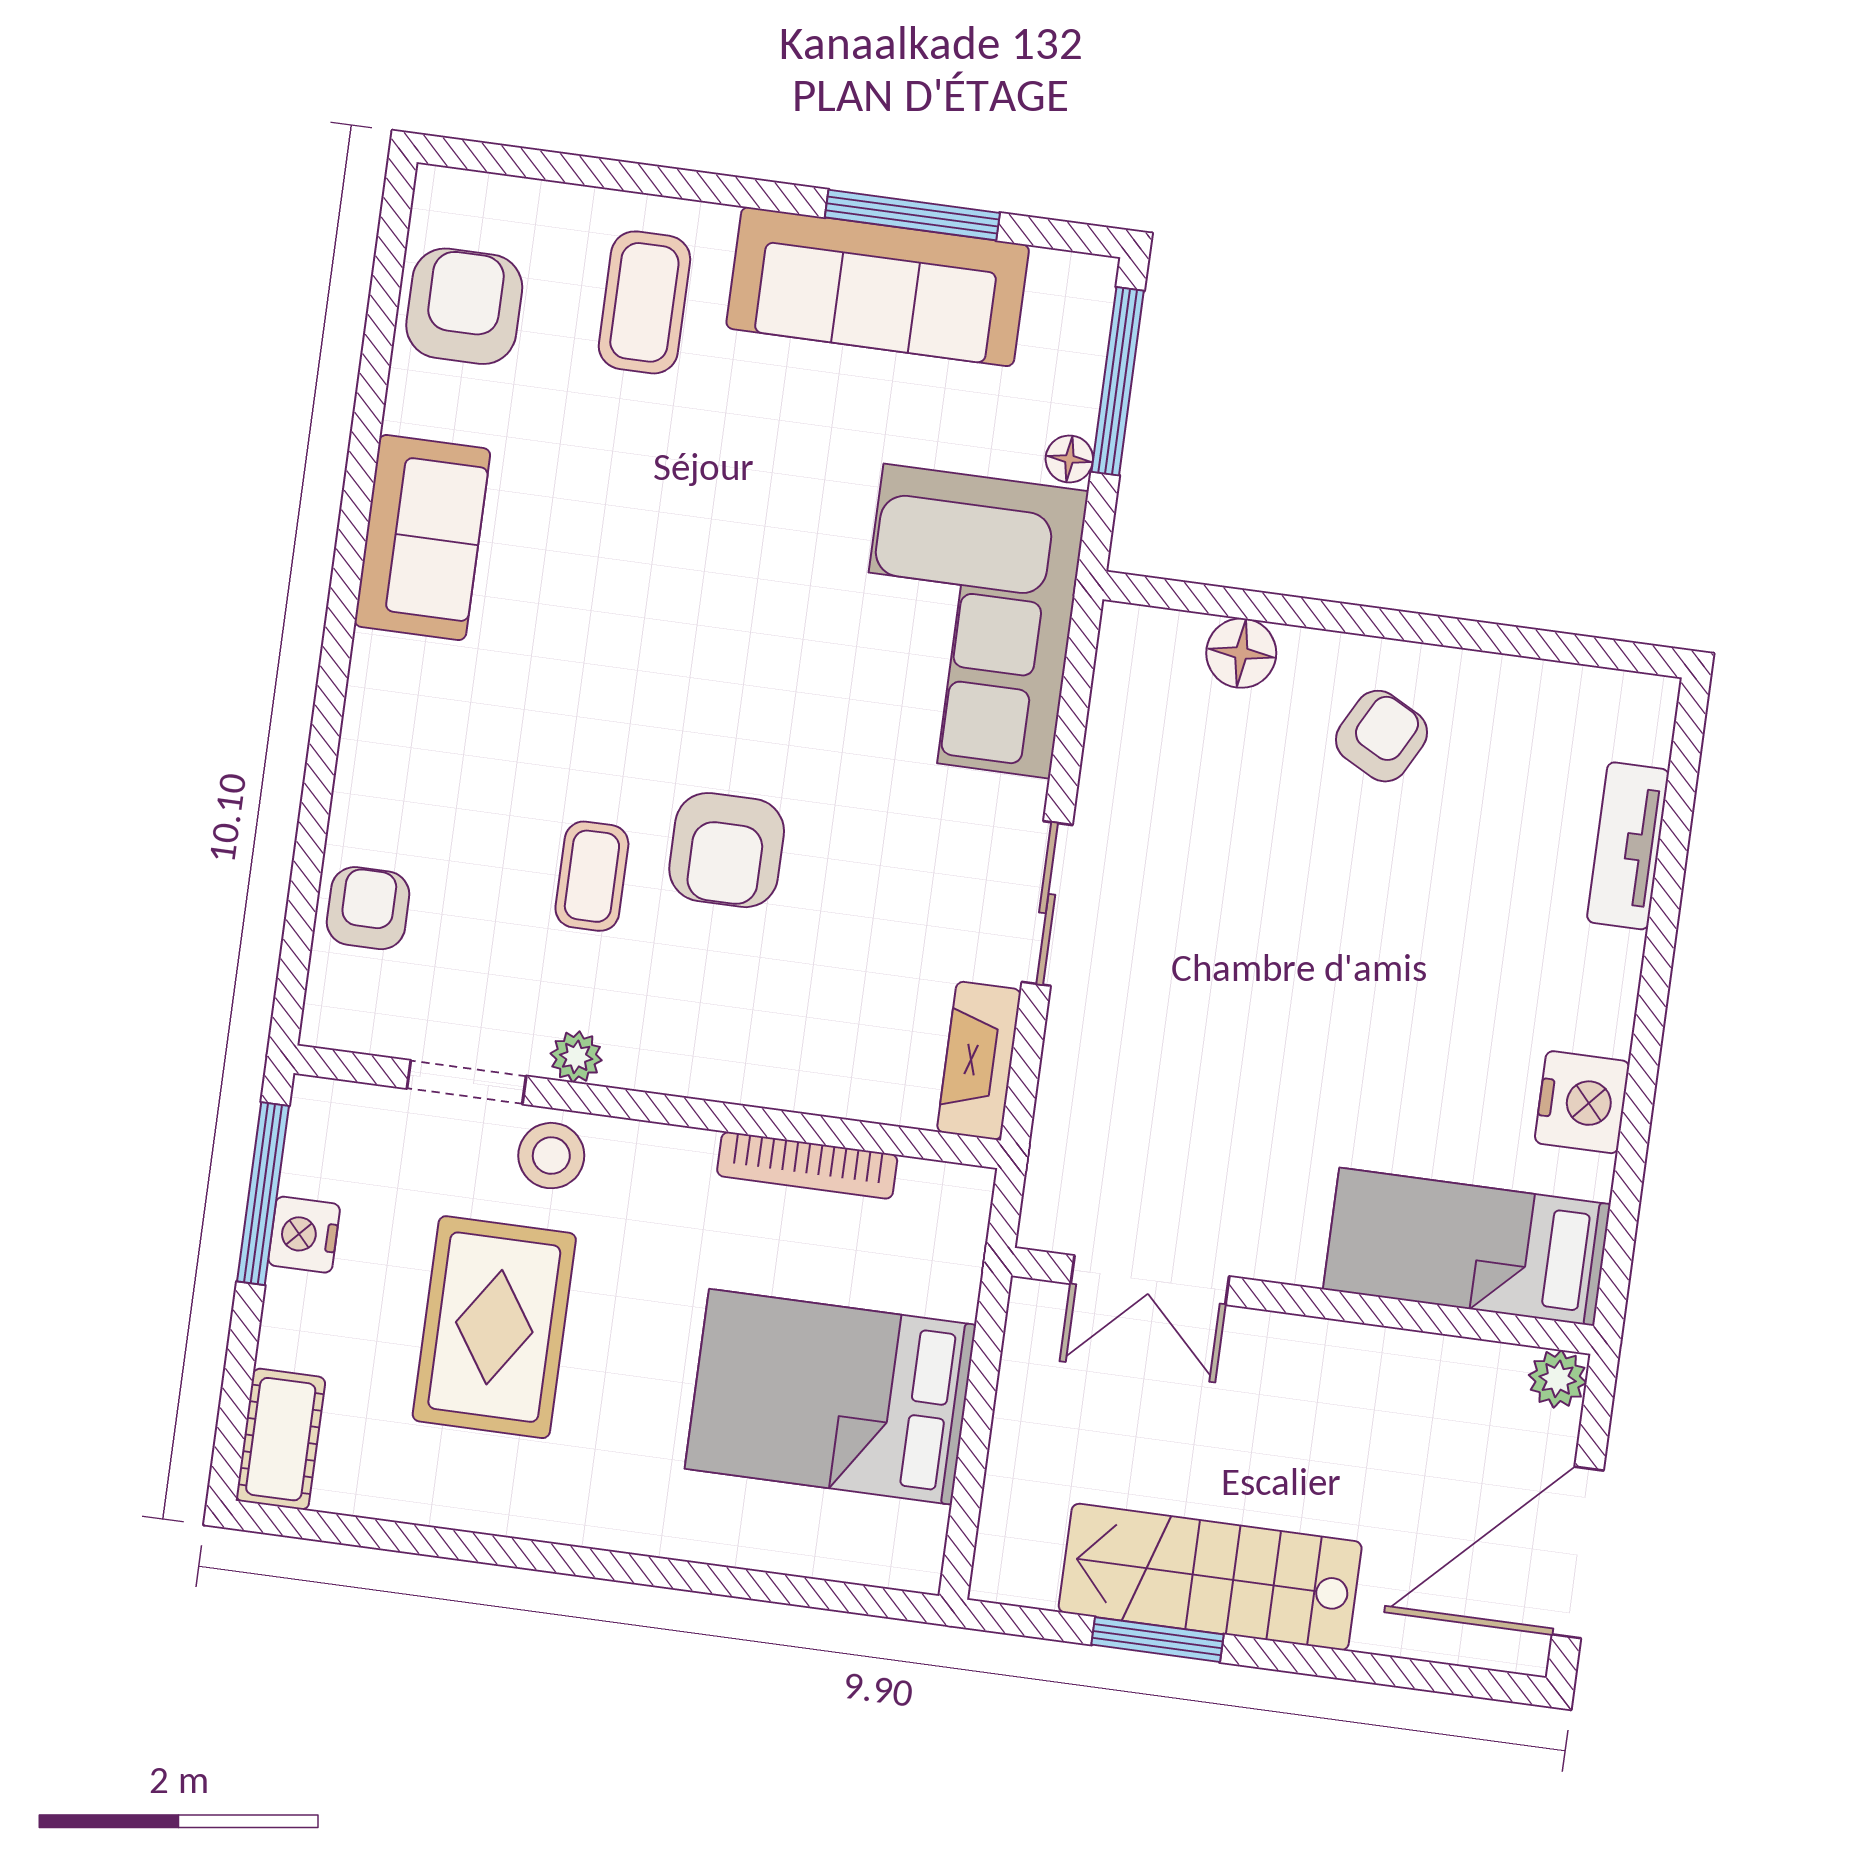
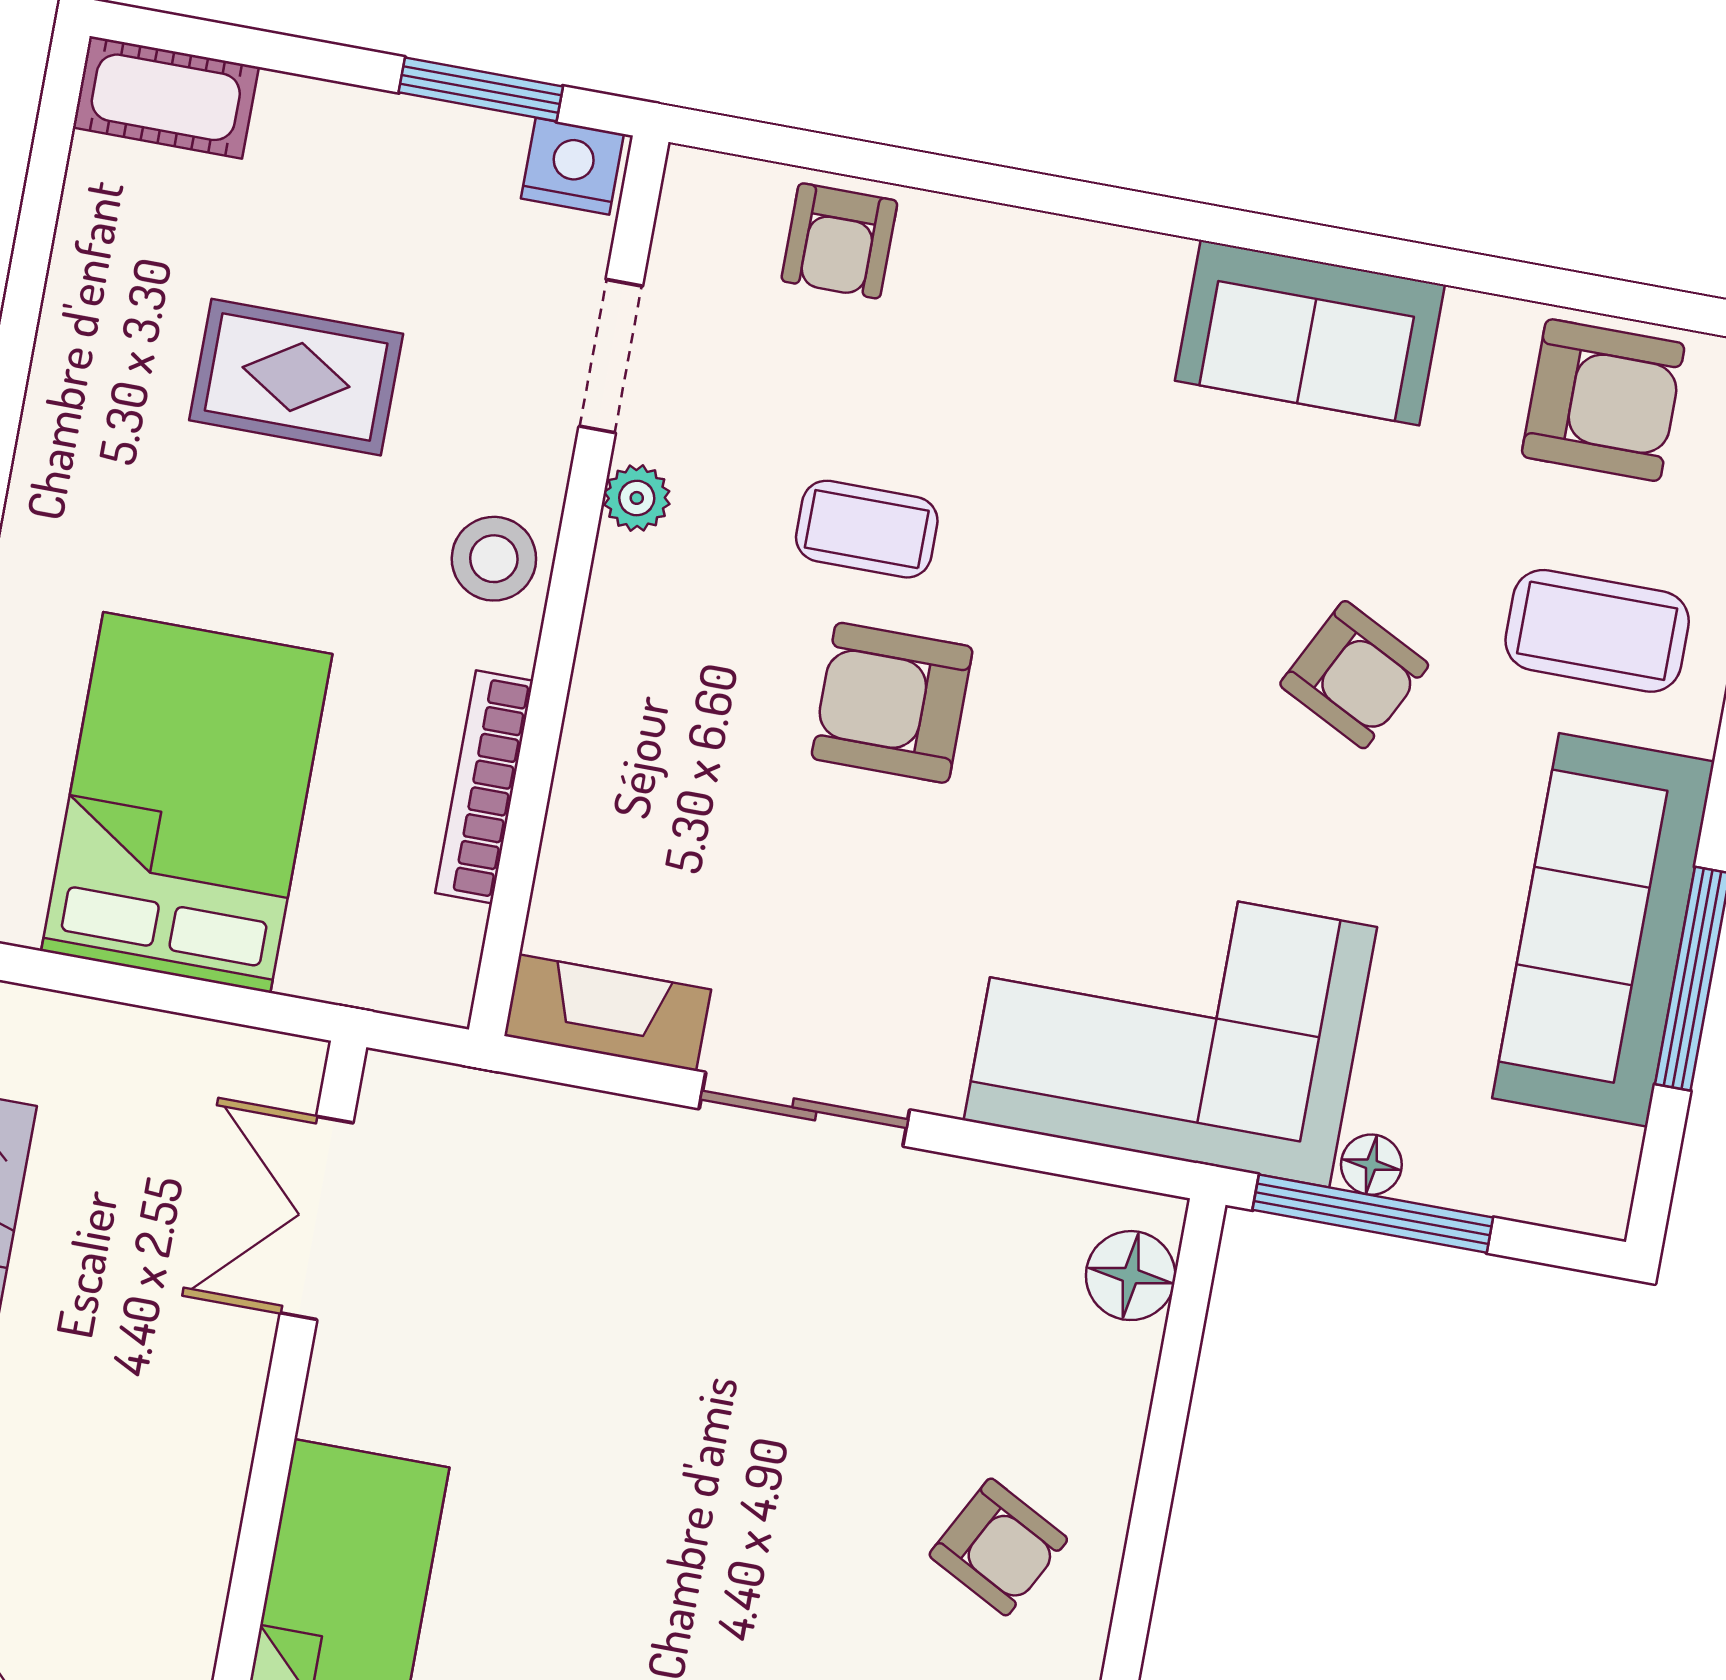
window: (1118, 381) -> (1373, 1214), moved
armchair: (688, 490) -> (1354, 675), added
floor lamp: (1241, 653) -> (1131, 1276), moved
armchair: (368, 908) -> (839, 241), turned 90
stool: (551, 1156) -> (494, 559), moved
window: (263, 1194) -> (481, 89), width x0.69
nightstand: (304, 1235) -> (572, 166), moved
rug: (494, 1327) -> (296, 377), width x0.73, depth x0.70

